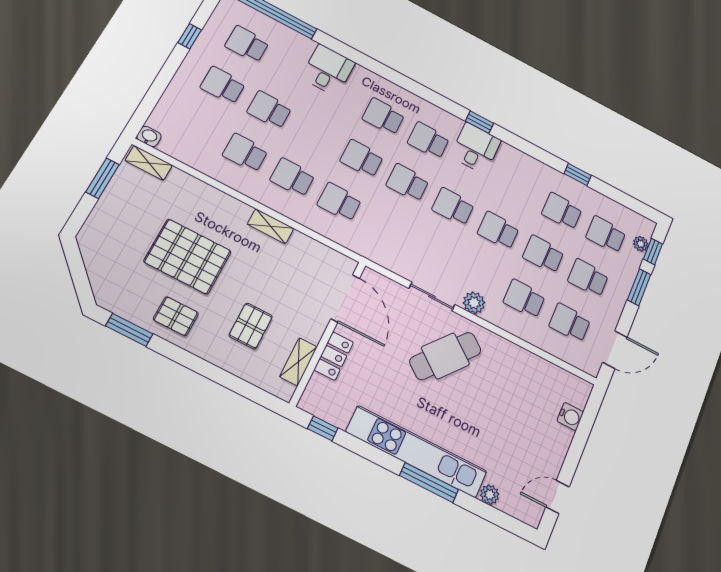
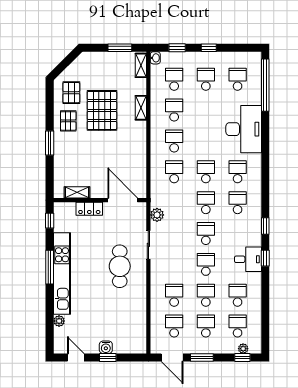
window: (190, 36) -> (209, 48), moved
desk: (328, 70) -> (244, 129), width x1.87, depth x1.30
window: (152, 98) -> (177, 48), added
school desk: (269, 110) -> (174, 79), moved
desk: (476, 148) -> (248, 259), moved
window: (578, 174) -> (265, 258), moved
shelving: (271, 226) -> (141, 108), moved
window: (639, 287) -> (202, 358), moved
door: (345, 298) -> (123, 200), swing flipped
plant: (474, 303) -> (157, 215), moved
pallet: (251, 326) -> (71, 93), moved, turned 90
window: (129, 330) -> (50, 143), moved
cafe table: (445, 356) -> (120, 266), turned 51
water cooler: (570, 416) -> (106, 347), moved
window: (577, 446) -> (108, 358), added
window: (429, 483) -> (50, 267), moved

